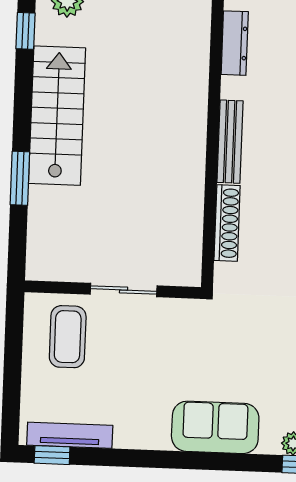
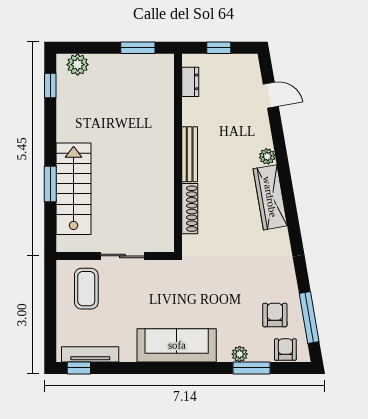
dresser: (235, 43) -> (190, 82), width x0.70
stairs: (57, 116) -> (74, 189), moved
sofa: (215, 427) -> (177, 345), width x1.36

